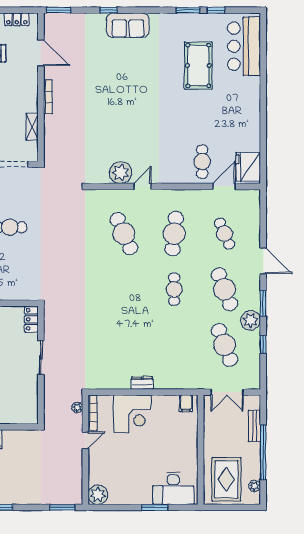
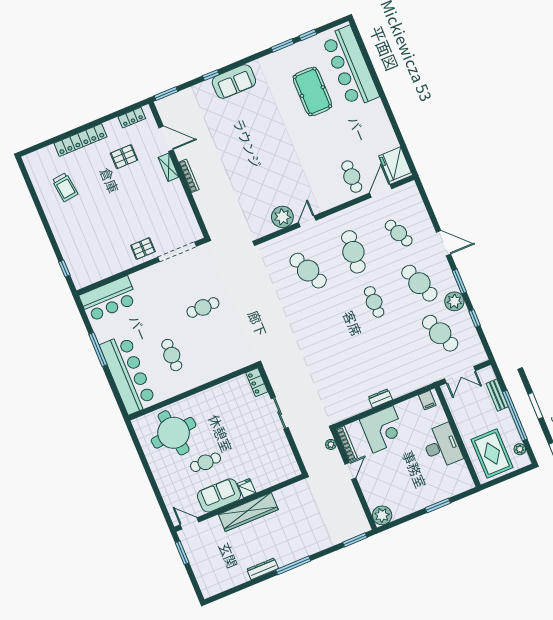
bar counter: (244, 46) -> (350, 67), width x1.36
shelving: (32, 127) -> (168, 167), moved
desk: (173, 488) -> (442, 446), moved, turned -90

